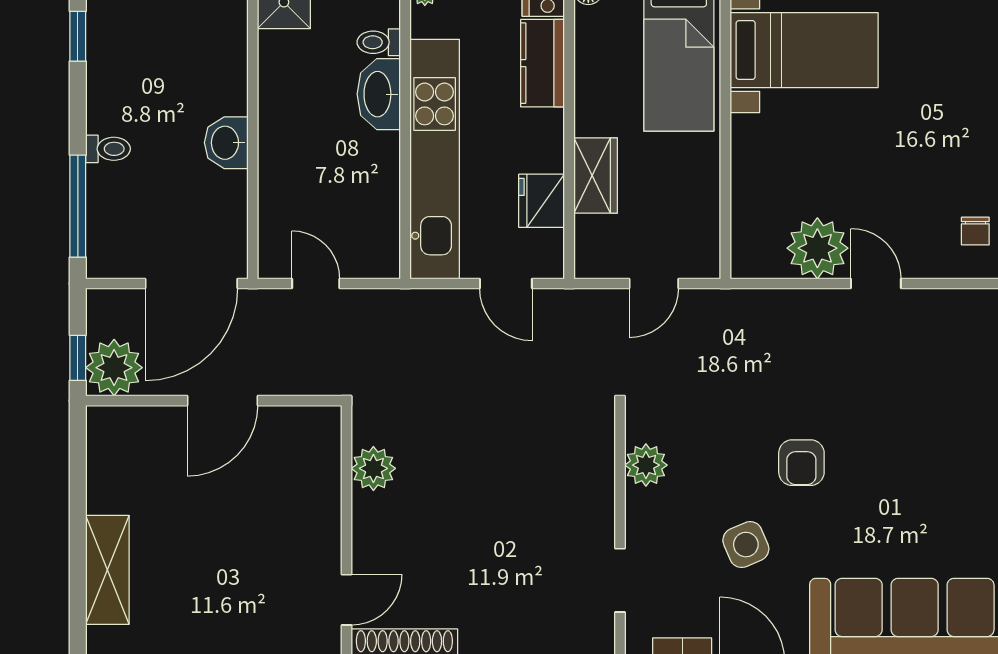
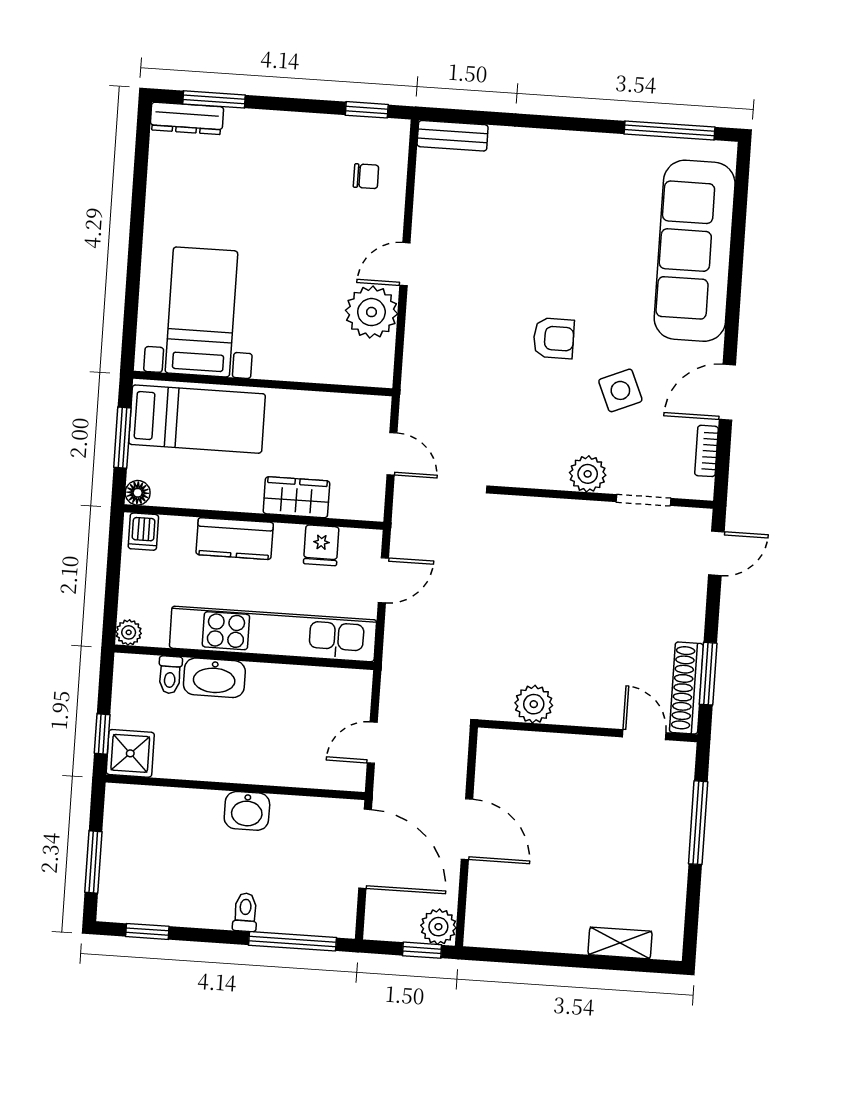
kitchen counter: (543, 63) -> (235, 539), moved
fridge: (542, 201) -> (321, 545), width x0.72
plant: (114, 368) -> (438, 927), width x0.73, depth x0.73
plant: (646, 465) -> (588, 474), moved
shelving: (107, 570) -> (620, 943), width x0.67, depth x0.75

